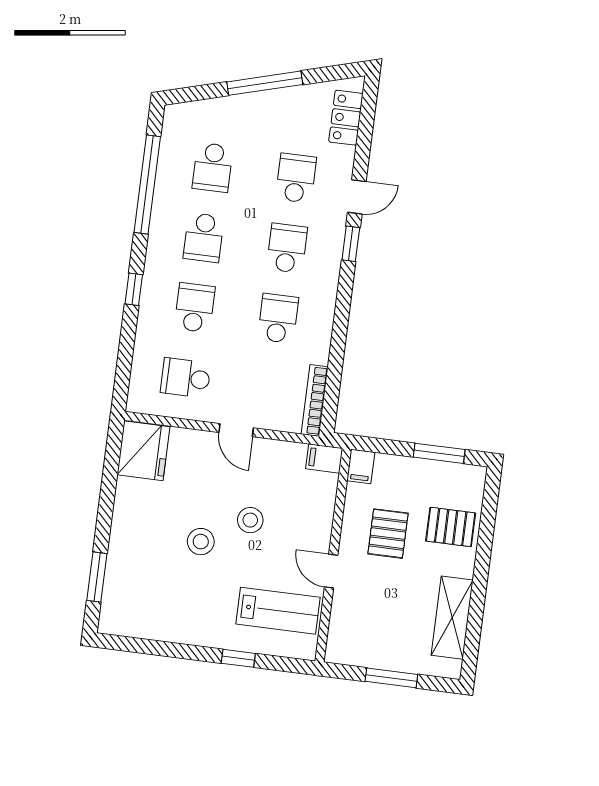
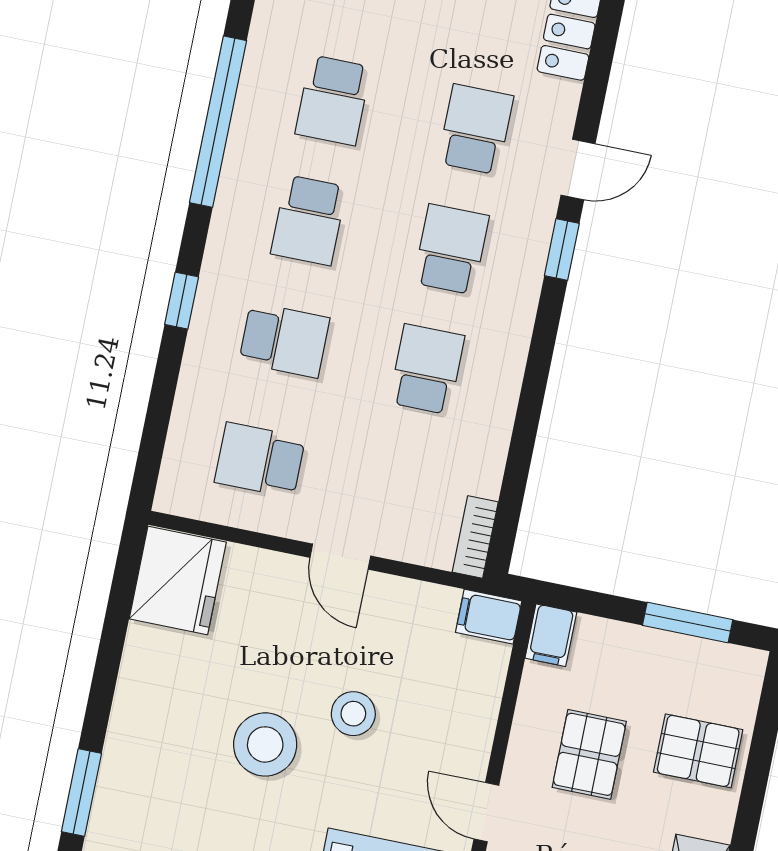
school desk: (195, 308) -> (284, 340), turned 90
bookcase: (315, 400) -> (475, 537), width x0.64
stool: (201, 542) -> (265, 744), width x1.38, depth x1.38

